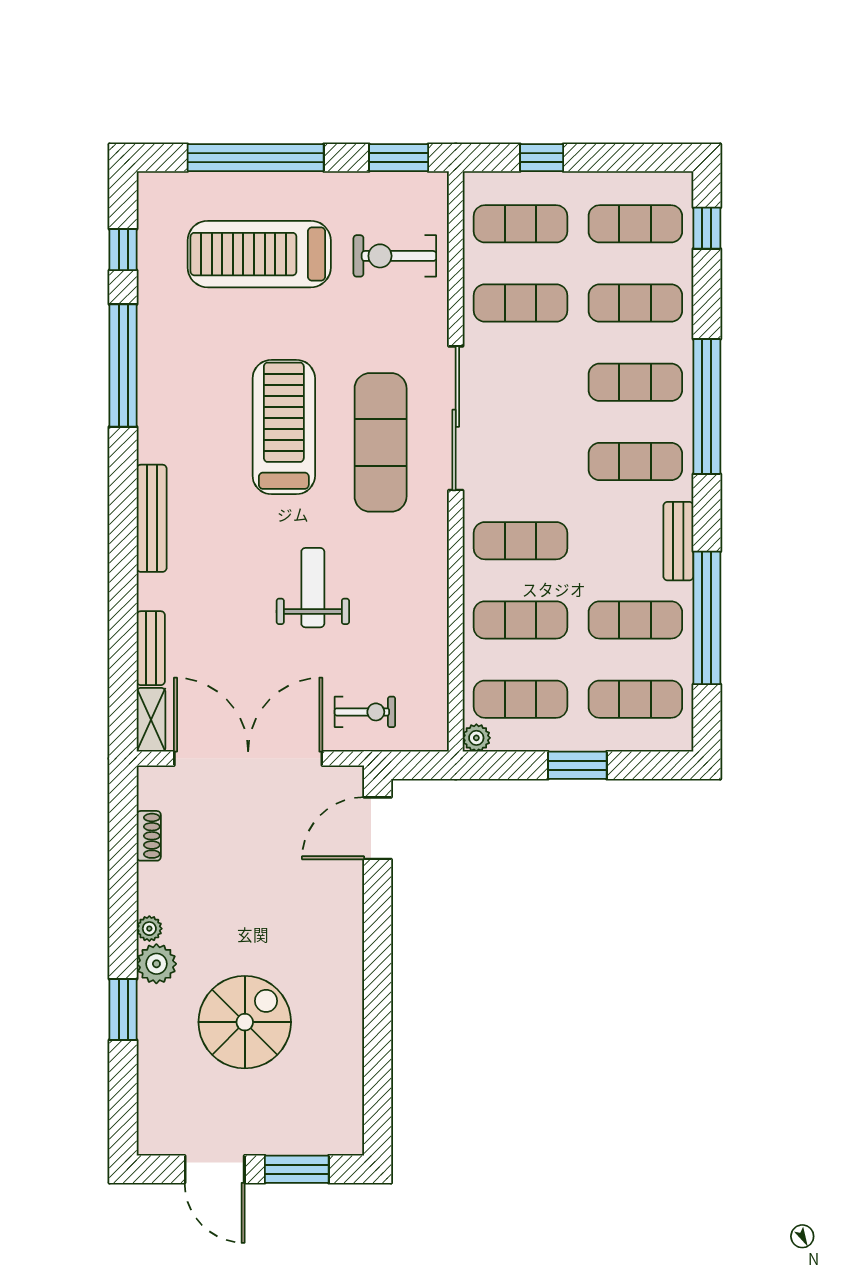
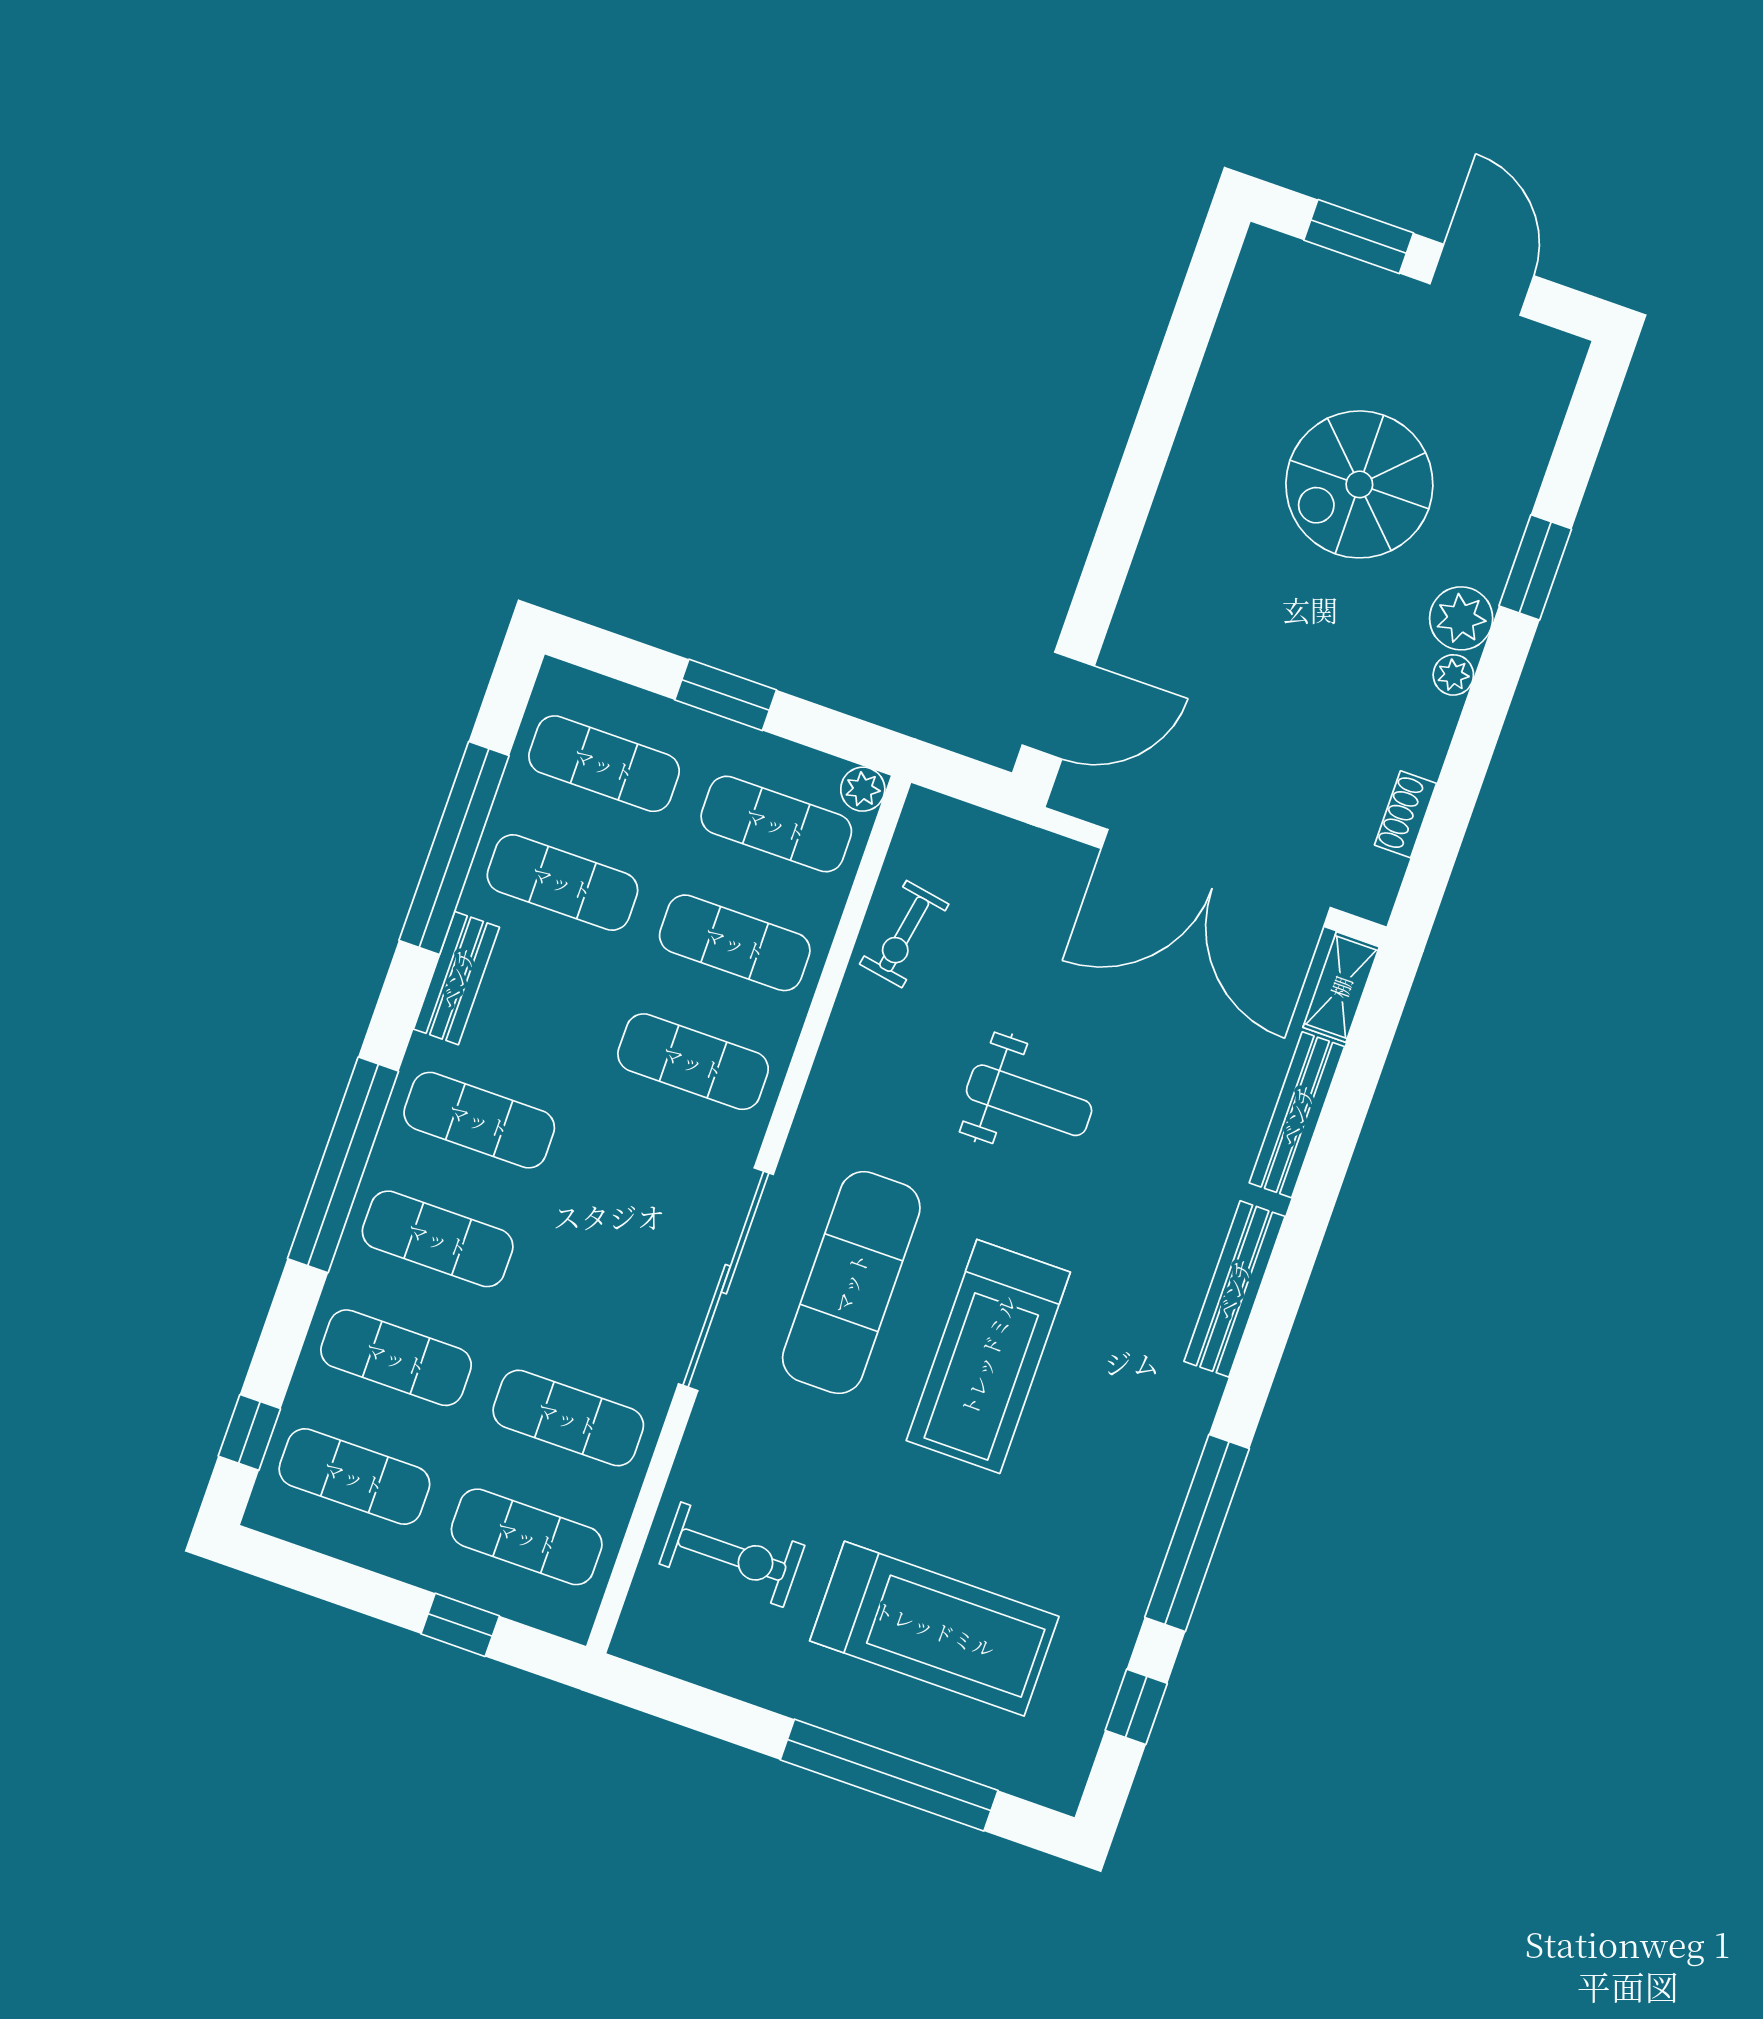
window: (399, 158) -> (675, 1700), removed
weight bench: (313, 588) -> (1029, 1100), turned -90
bench: (151, 648) -> (1297, 1115), width x1.36
exercise bike: (365, 712) -> (904, 934), moved, turned -80

